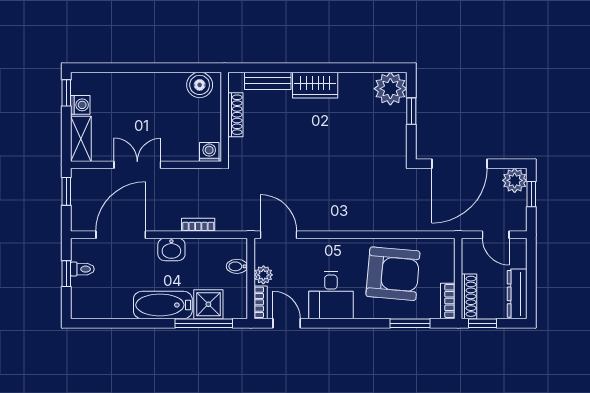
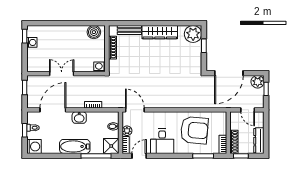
wardrobe: (315, 85) -> (160, 32), width x1.50
shelving: (81, 139) -> (32, 60), removed
shower: (208, 304) -> (111, 146), moved
washing machine: (84, 305) -> (34, 146), added
door: (287, 323) -> (139, 156), hinge flipped

